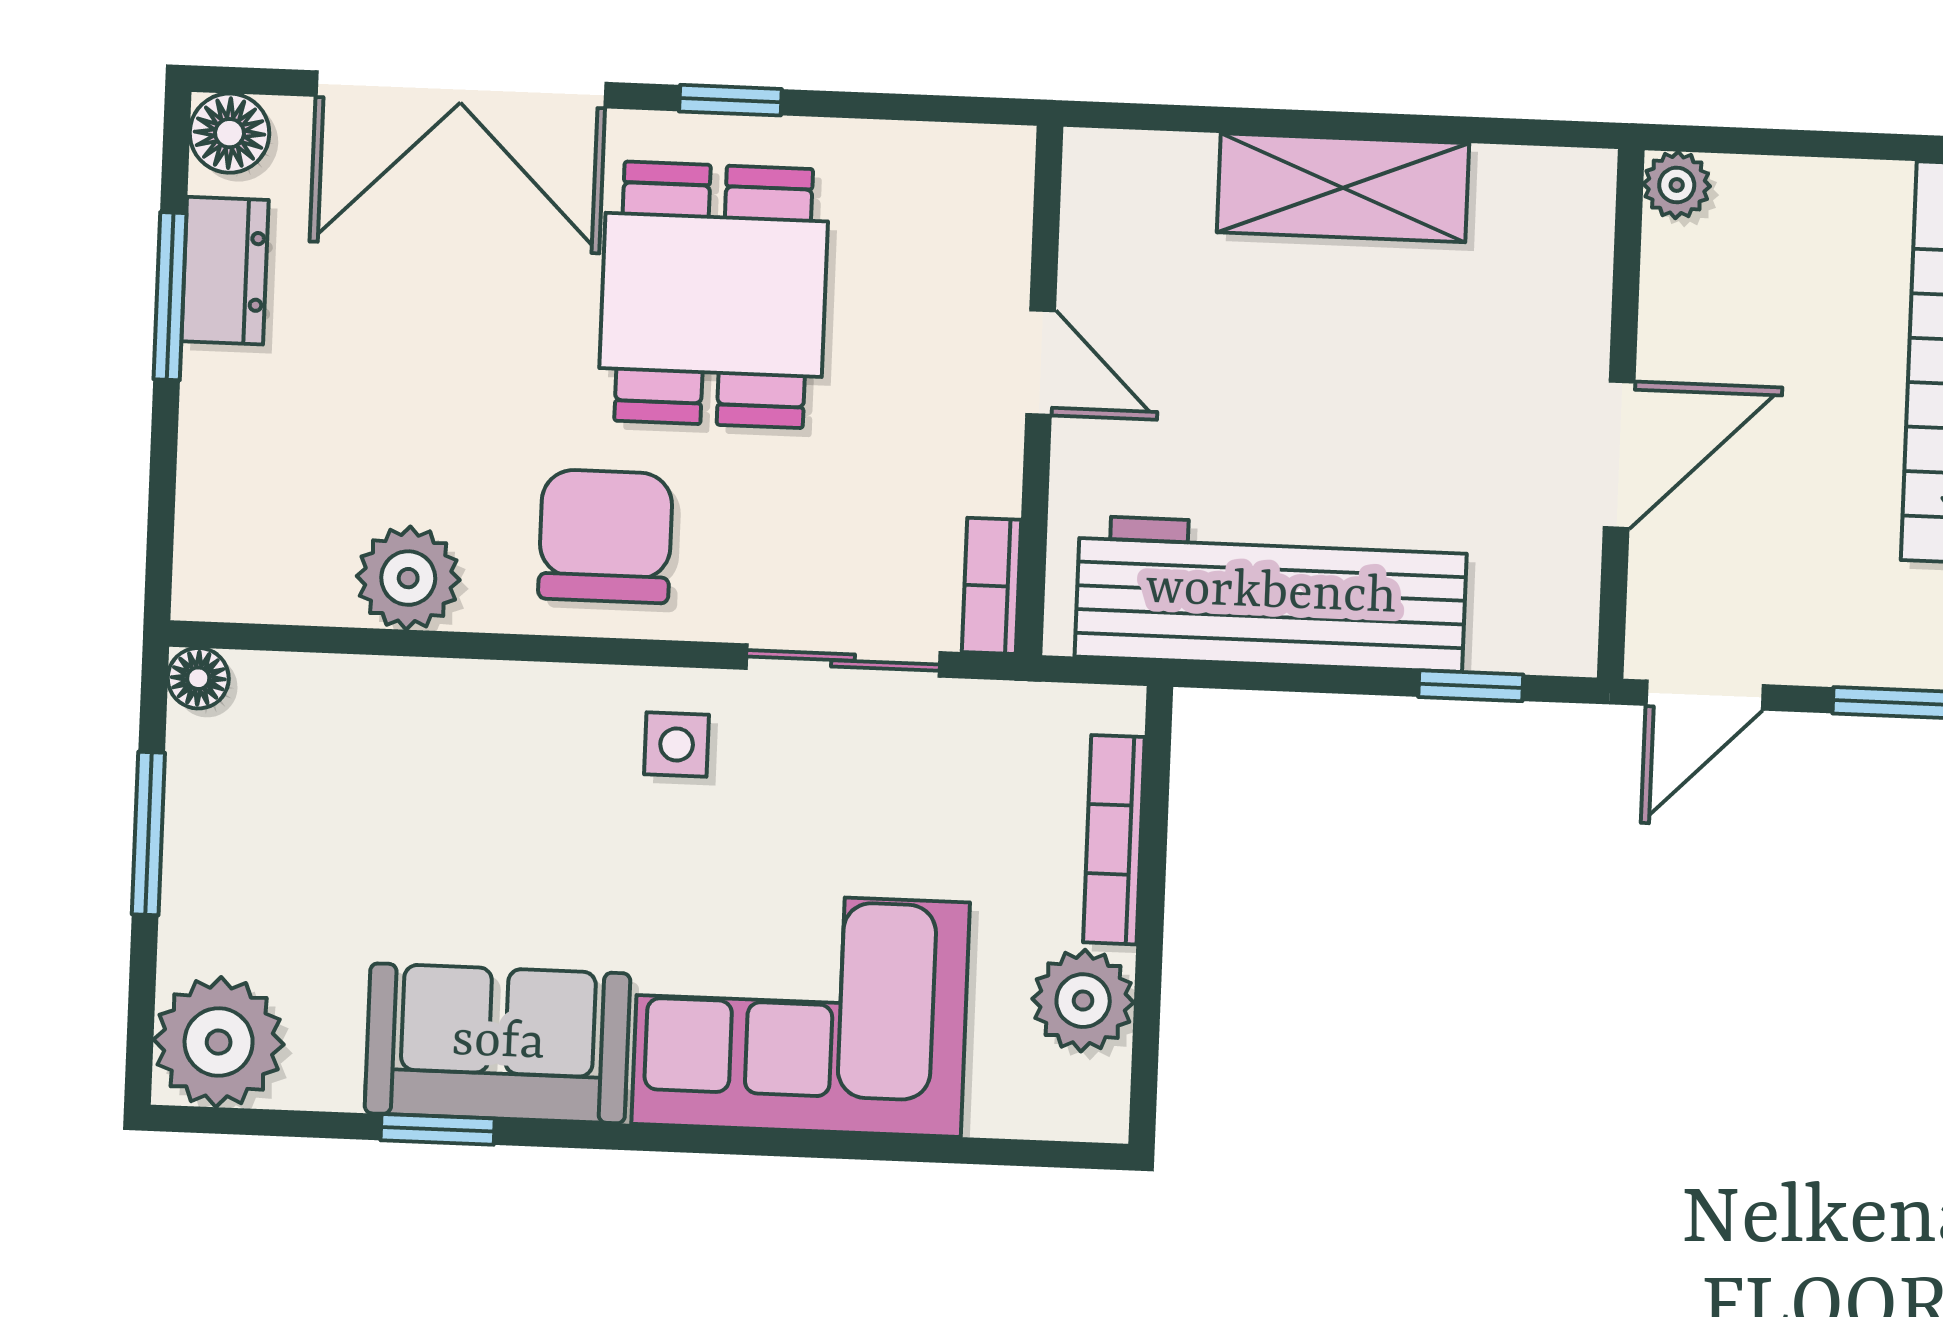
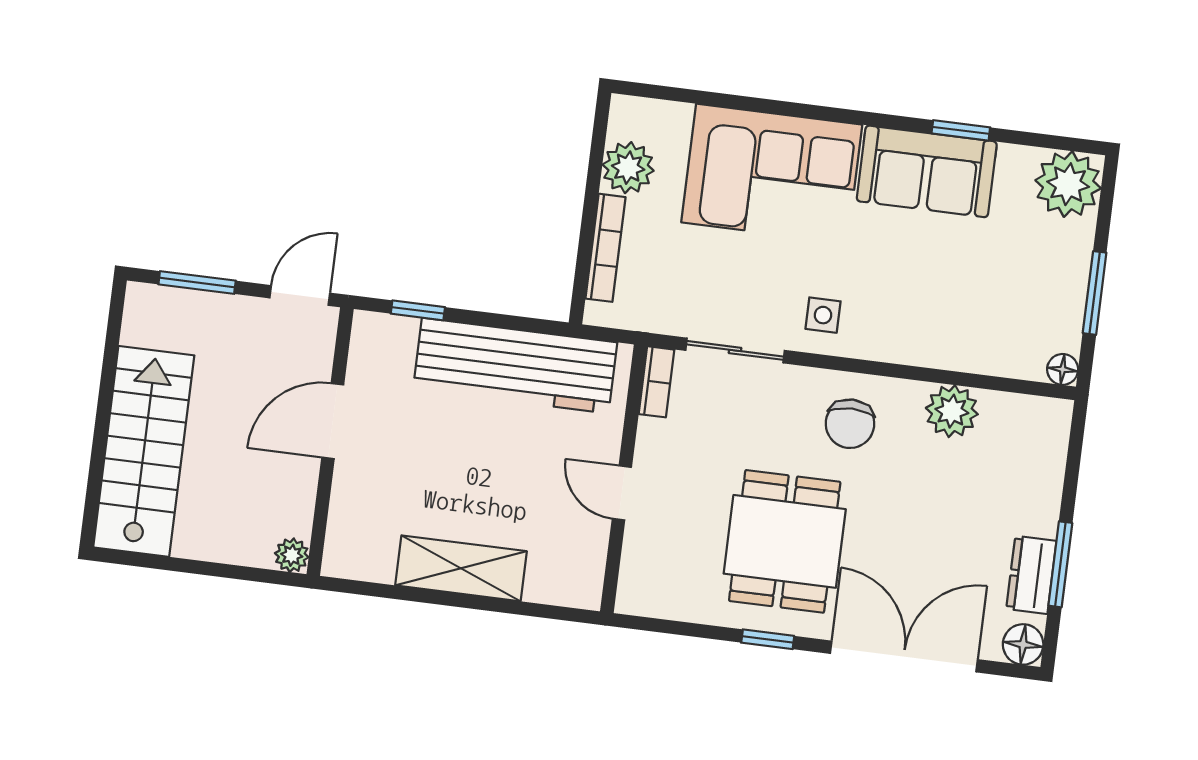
chair: (606, 536) -> (850, 424), width x0.73, depth x0.73

